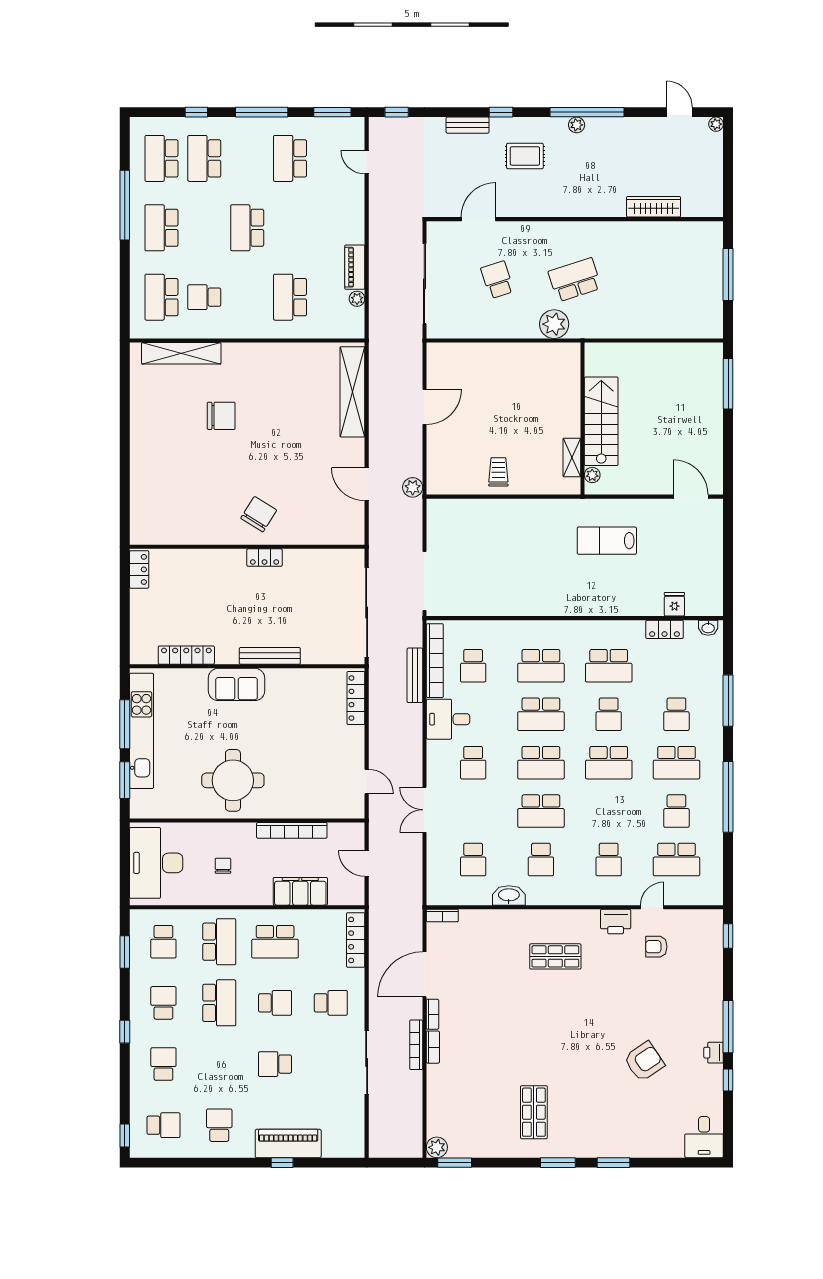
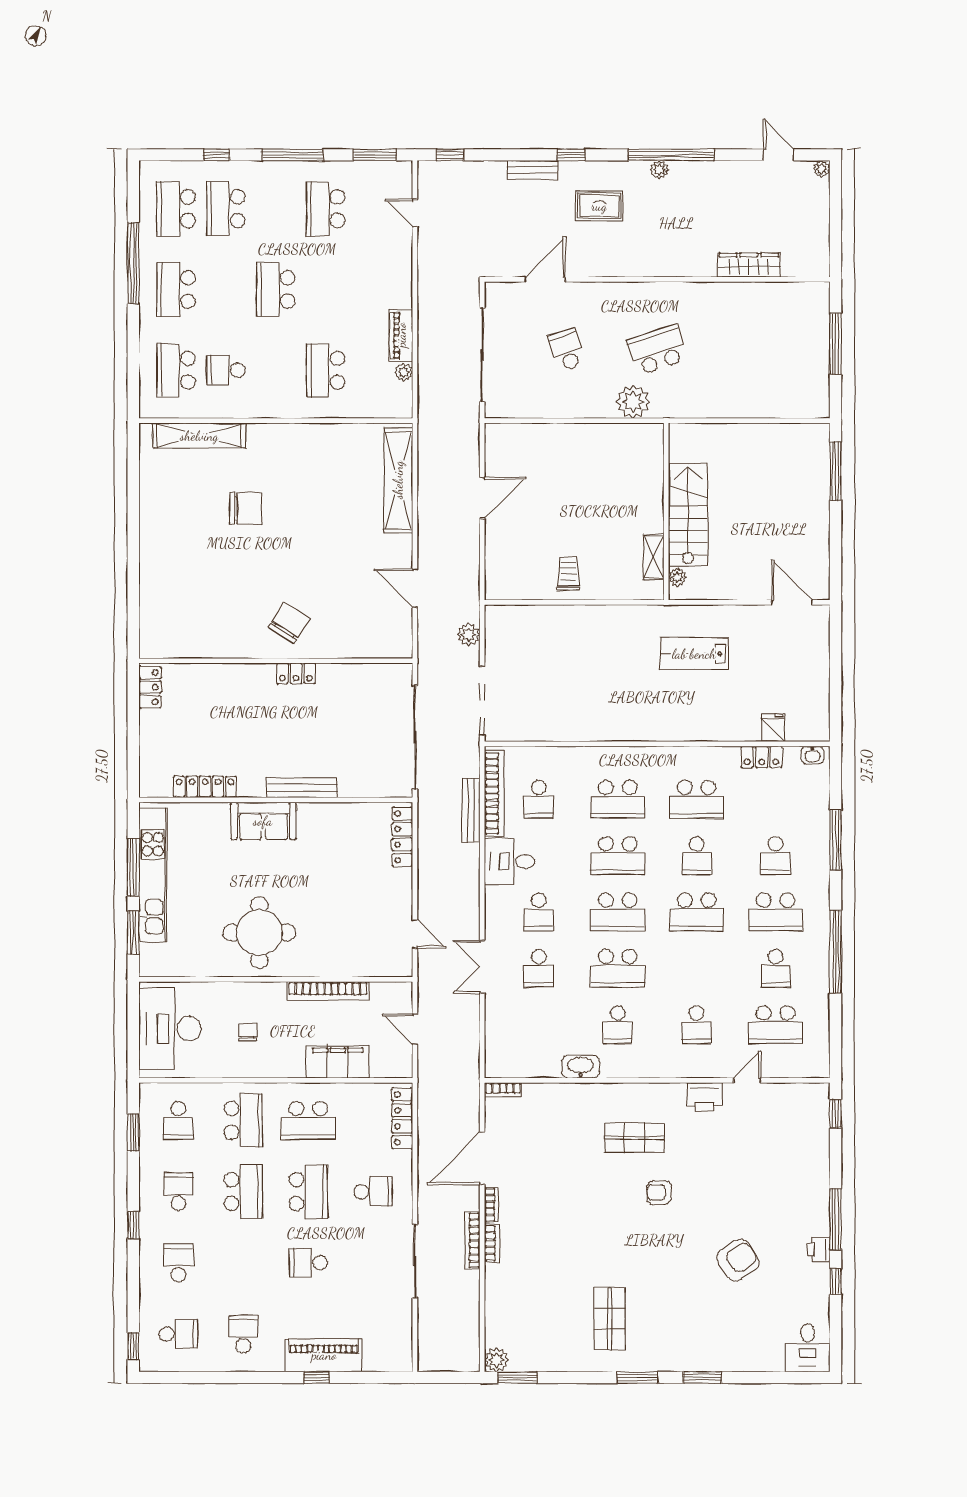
plant: (413, 487) -> (468, 635), moved
school desk: (473, 860) -> (539, 968), moved
armchair: (656, 947) -> (659, 1193), moved
school desk: (275, 1003) -> (308, 1192), width x1.85

